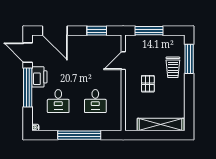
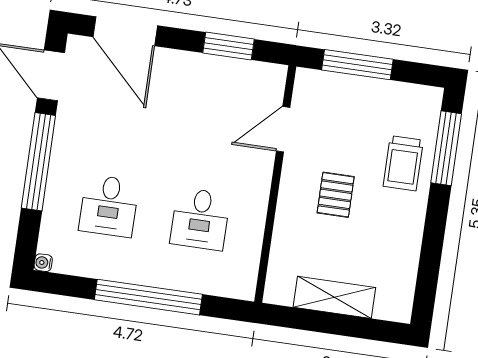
printer: (39, 77) -> (71, 140), removed
shelving: (161, 125) -> (334, 297), width x0.68

